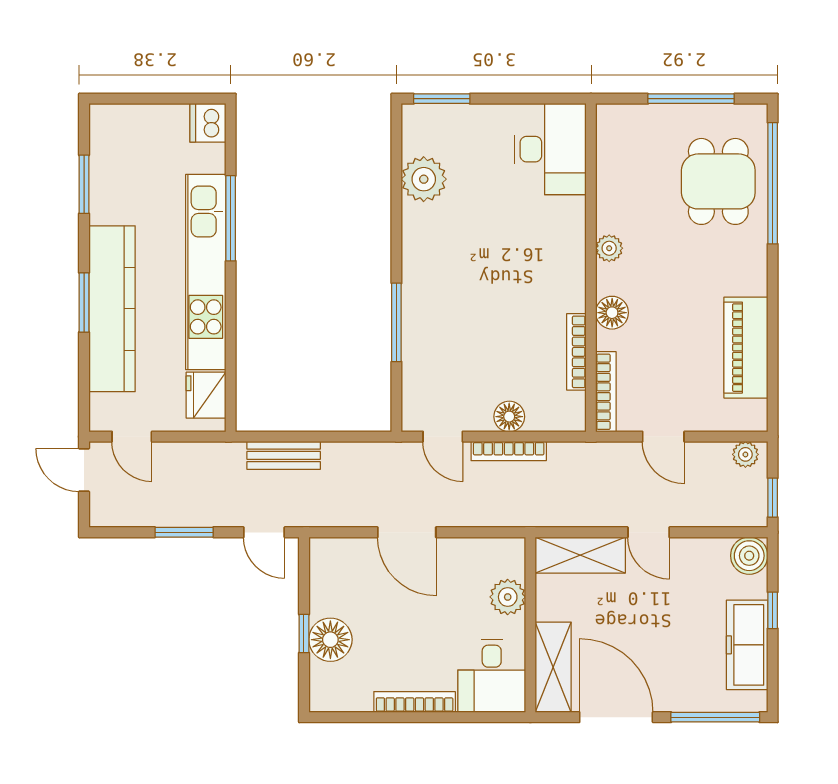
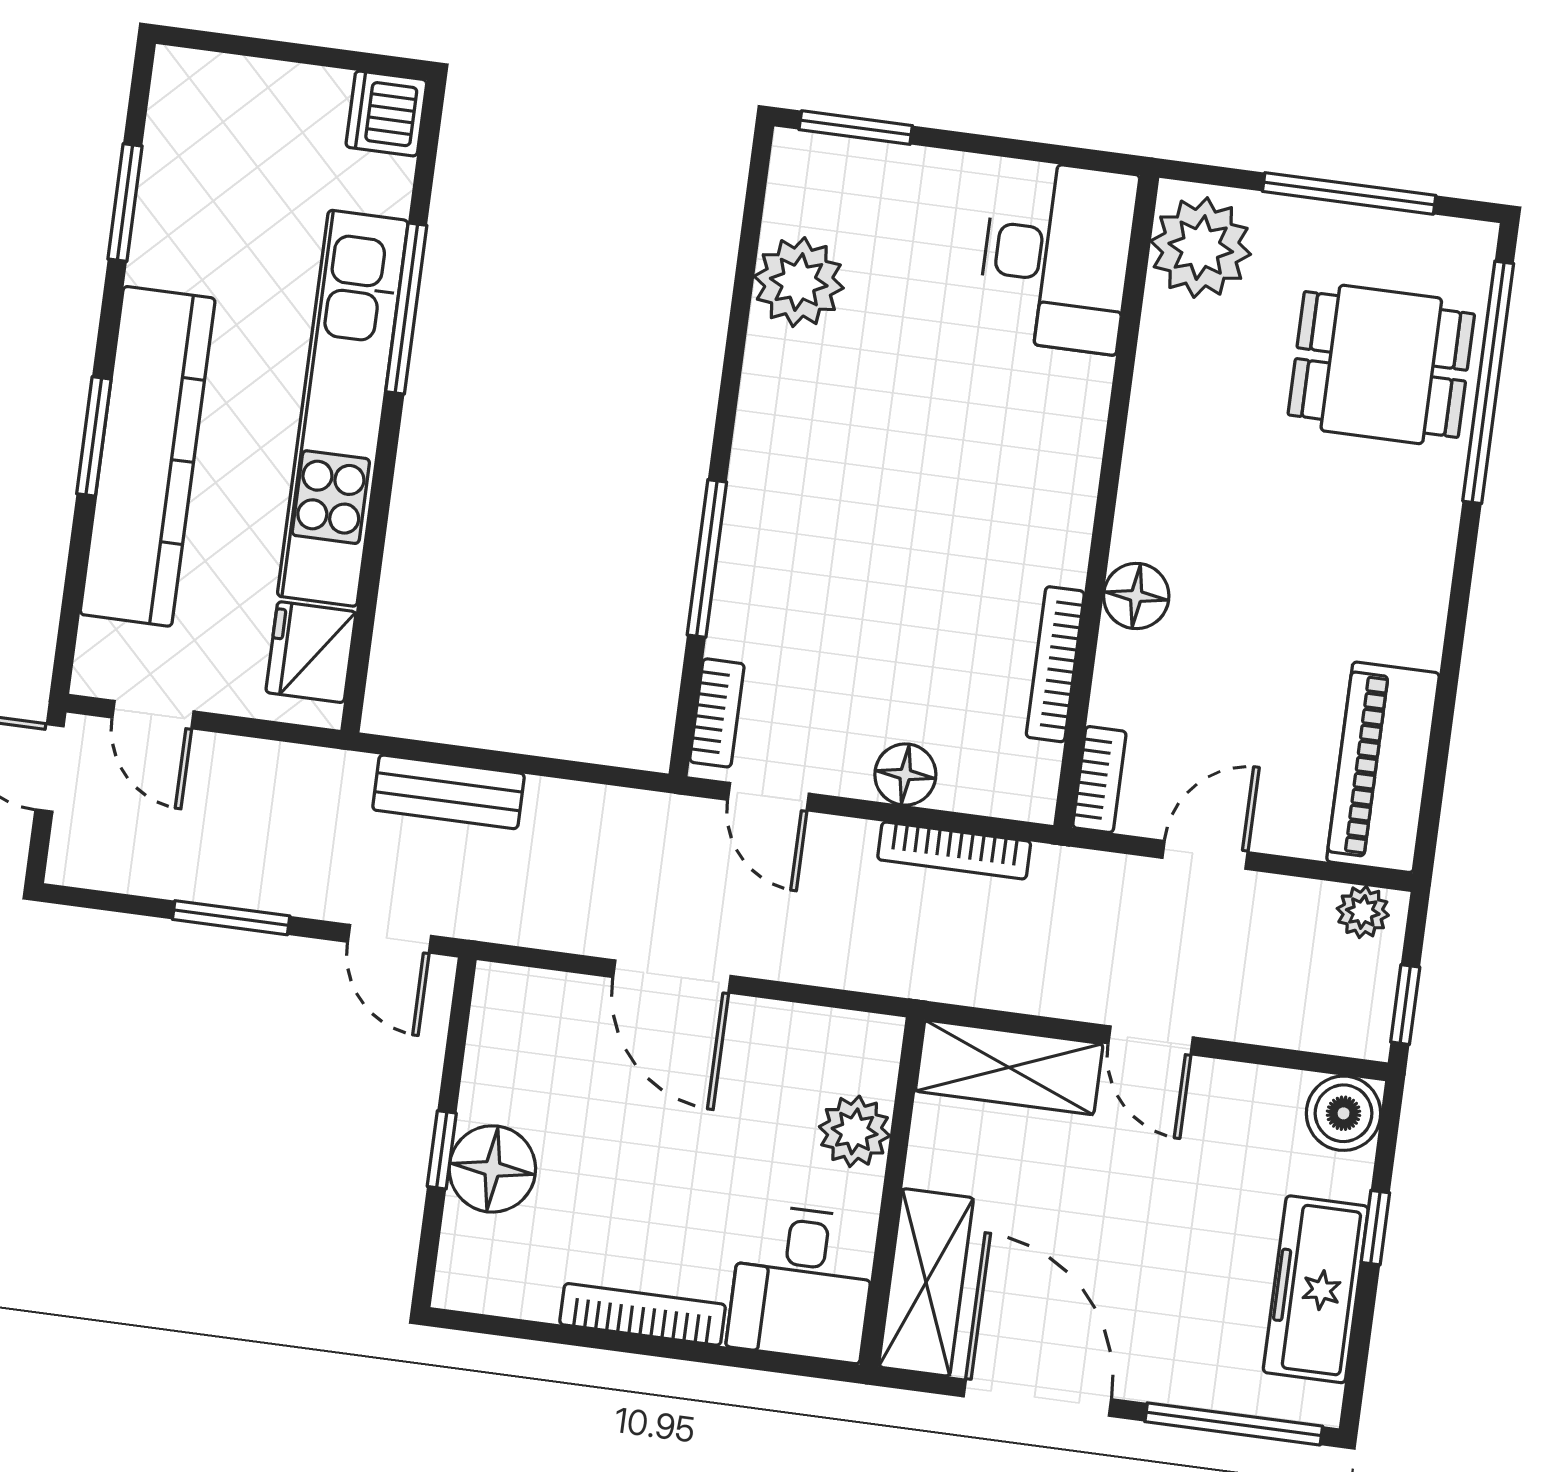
dining table: (718, 181) -> (1381, 364), turned 90
plant: (609, 248) -> (1201, 248), moved, width x1.88, depth x1.88
piano: (746, 348) -> (1383, 767), moved
bookcase: (606, 392) -> (1099, 780), width x0.64
bookcase: (412, 398) -> (717, 713), added
door: (663, 437) -> (1205, 855), swing flipped
bookcase: (509, 451) -> (954, 850), moved

